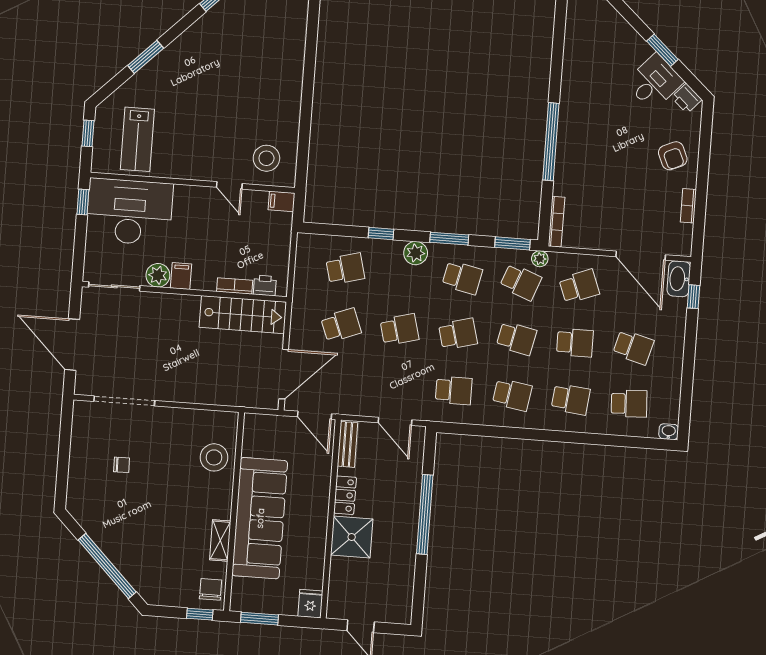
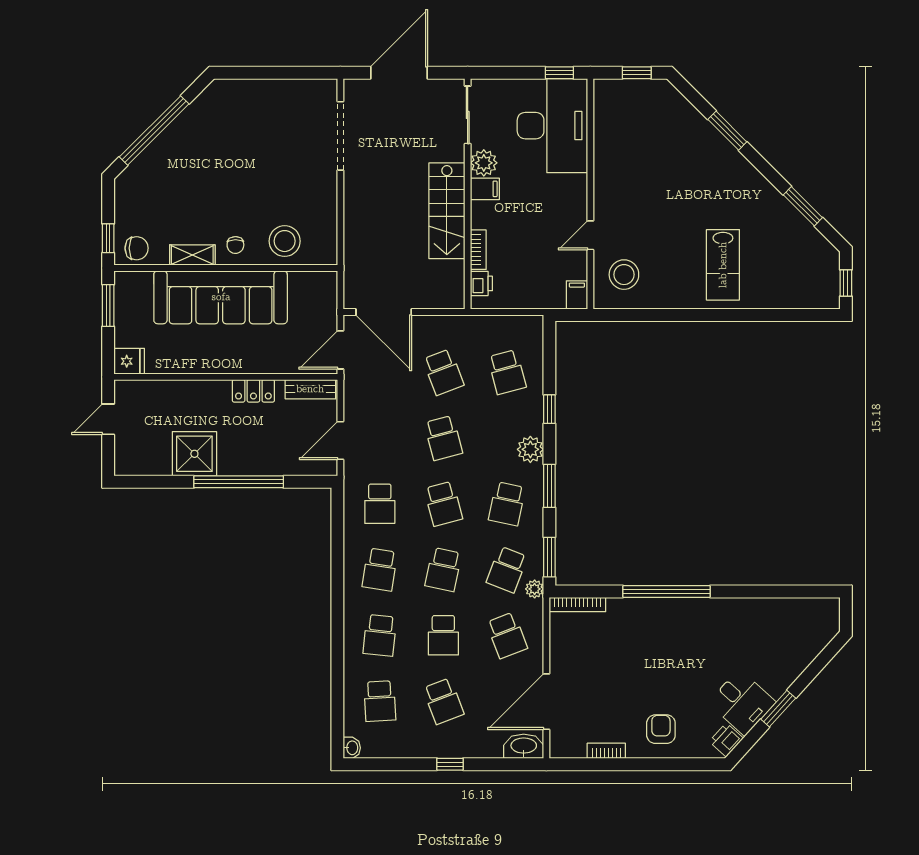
lab bench: (137, 139) -> (723, 265), moved, turned -90
armchair: (673, 156) -> (661, 729), turned 114
window: (694, 297) -> (450, 764), moved
stairs: (243, 315) -> (447, 211), moved
school desk: (633, 347) -> (443, 701), turned -36
chair: (122, 465) -> (235, 245), moved
shower: (352, 537) -> (194, 454), moved

